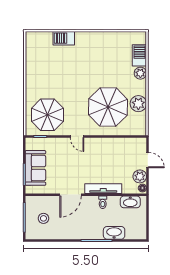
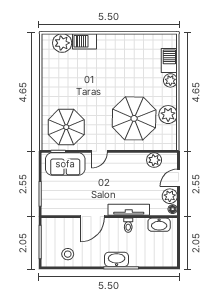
plant: (44, 40) -> (62, 43), added
door: (77, 136) -> (99, 151), hinge flipped
plant: (126, 144) -> (154, 160), added
door: (148, 160) -> (178, 178), swing flipped
sofa: (35, 168) -> (65, 164), moved, turned 90
stool: (43, 218) -> (68, 254), moved
washbasin: (114, 233) -> (117, 259), moved

